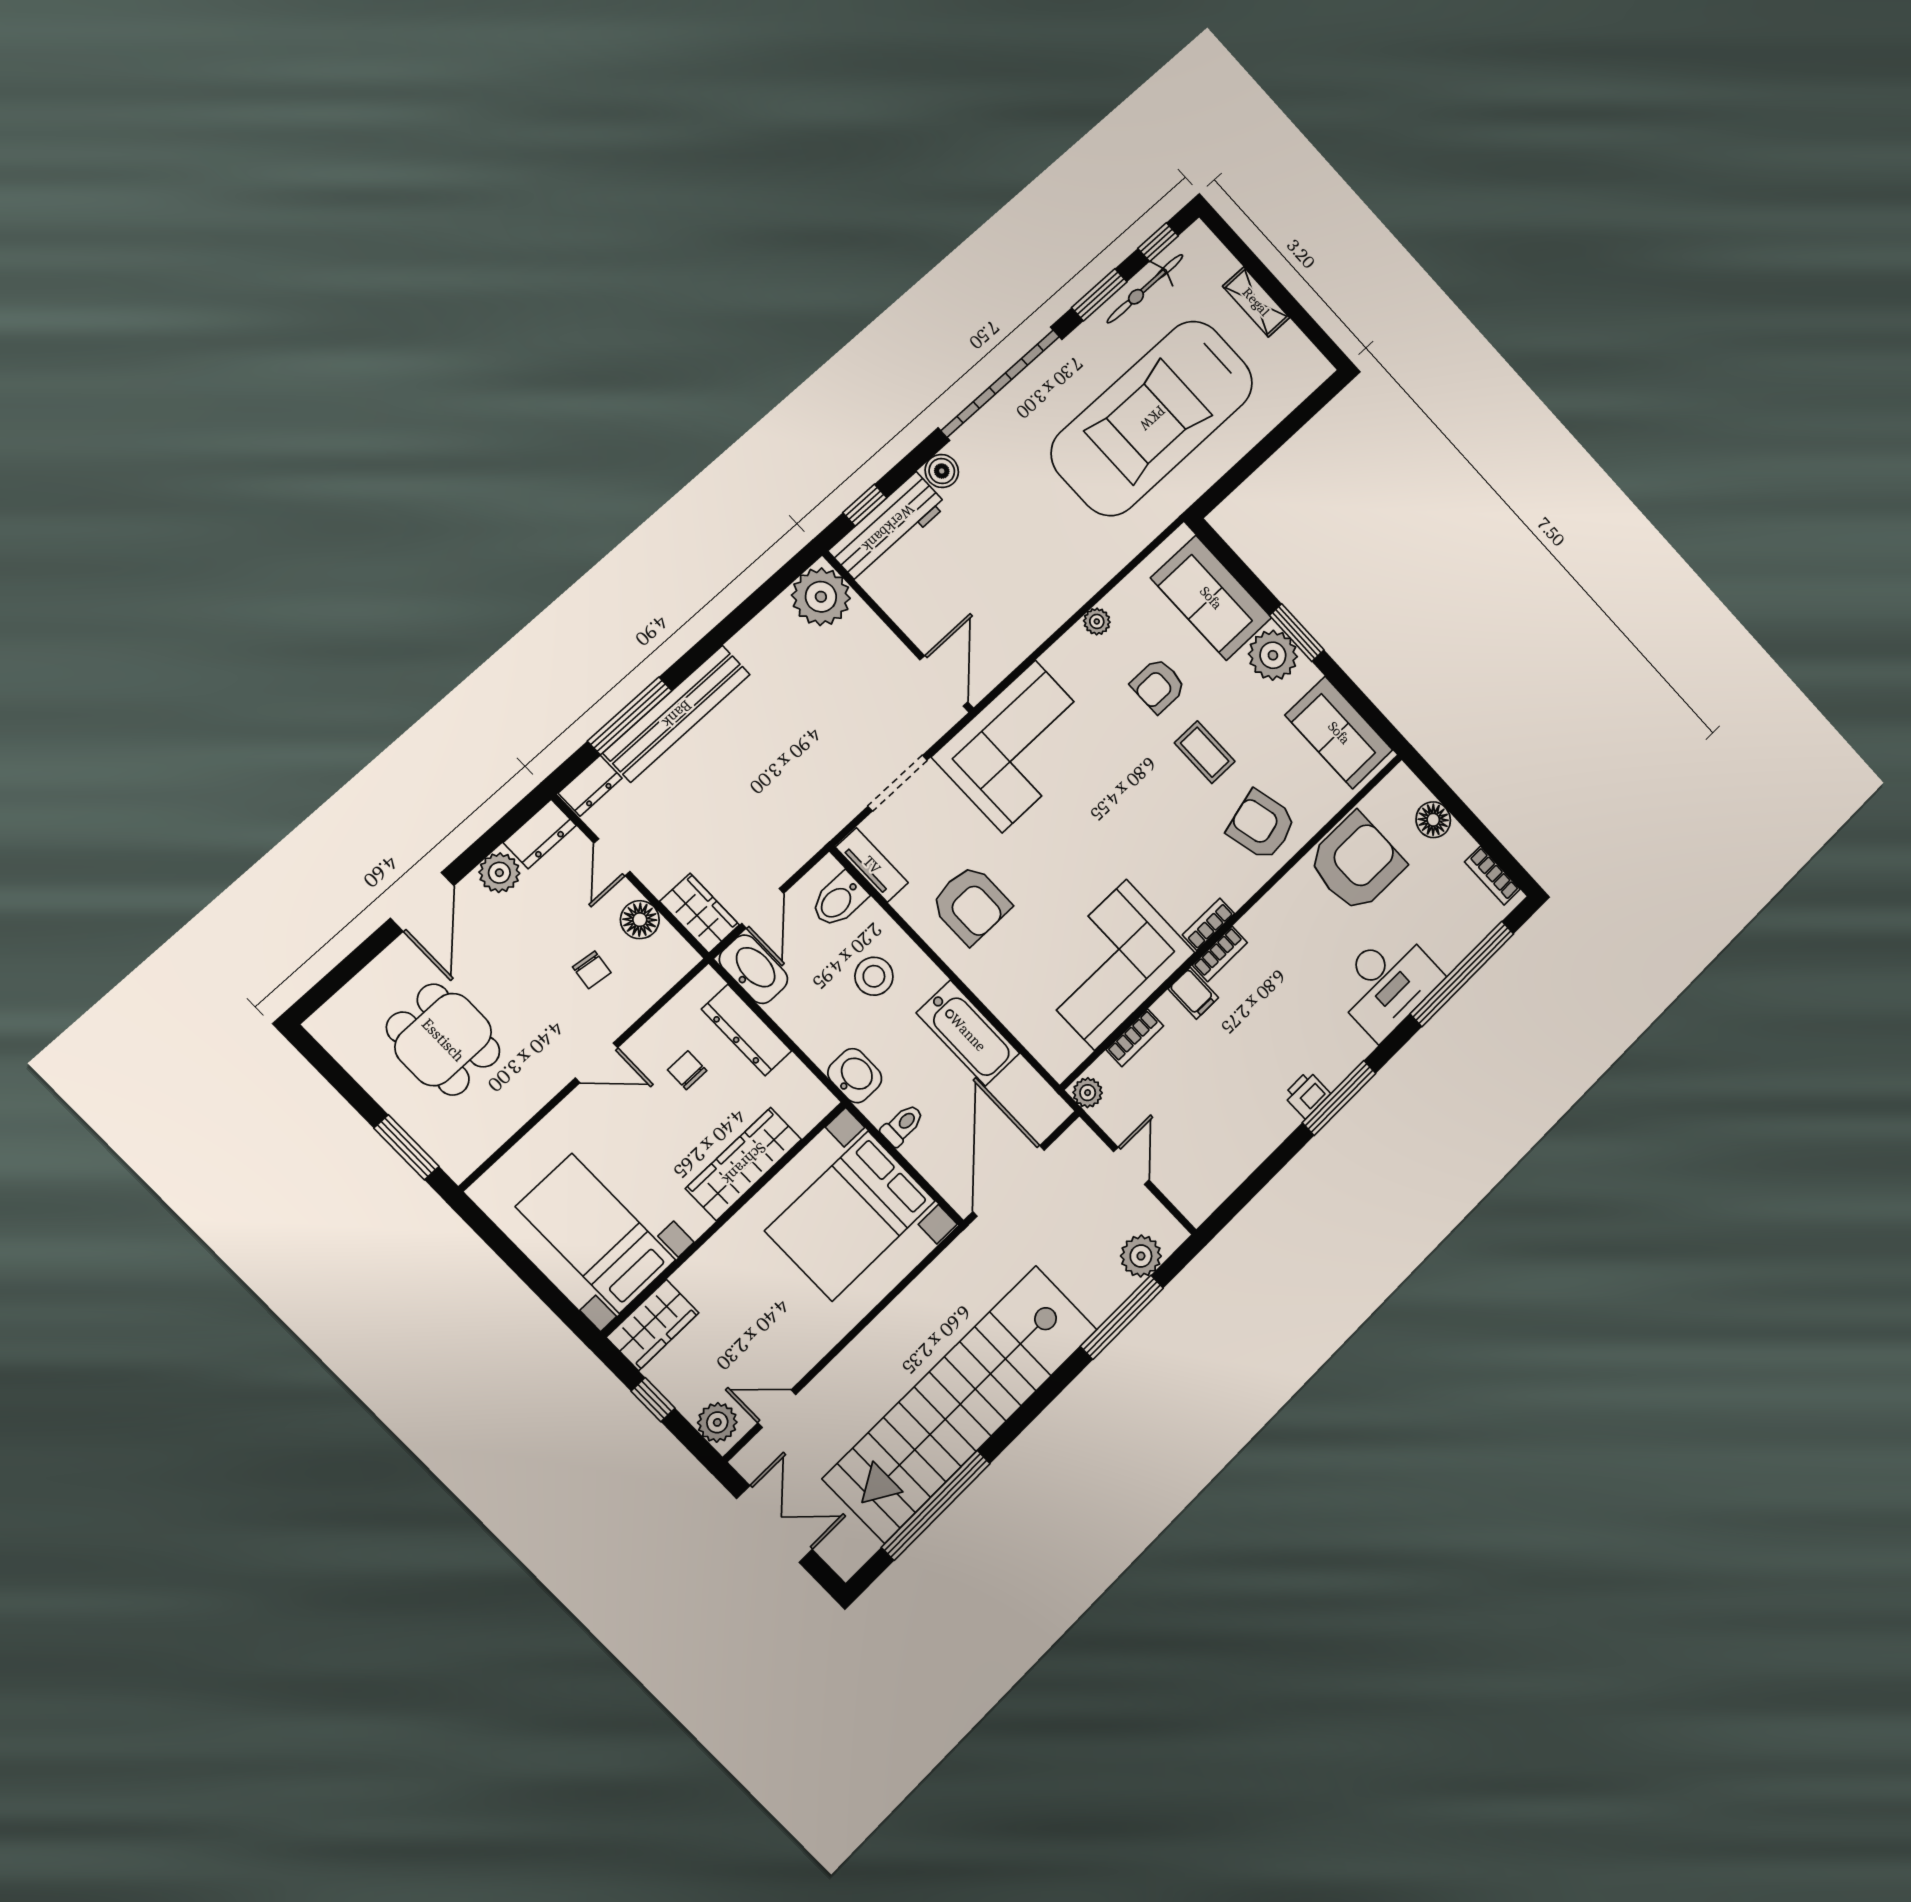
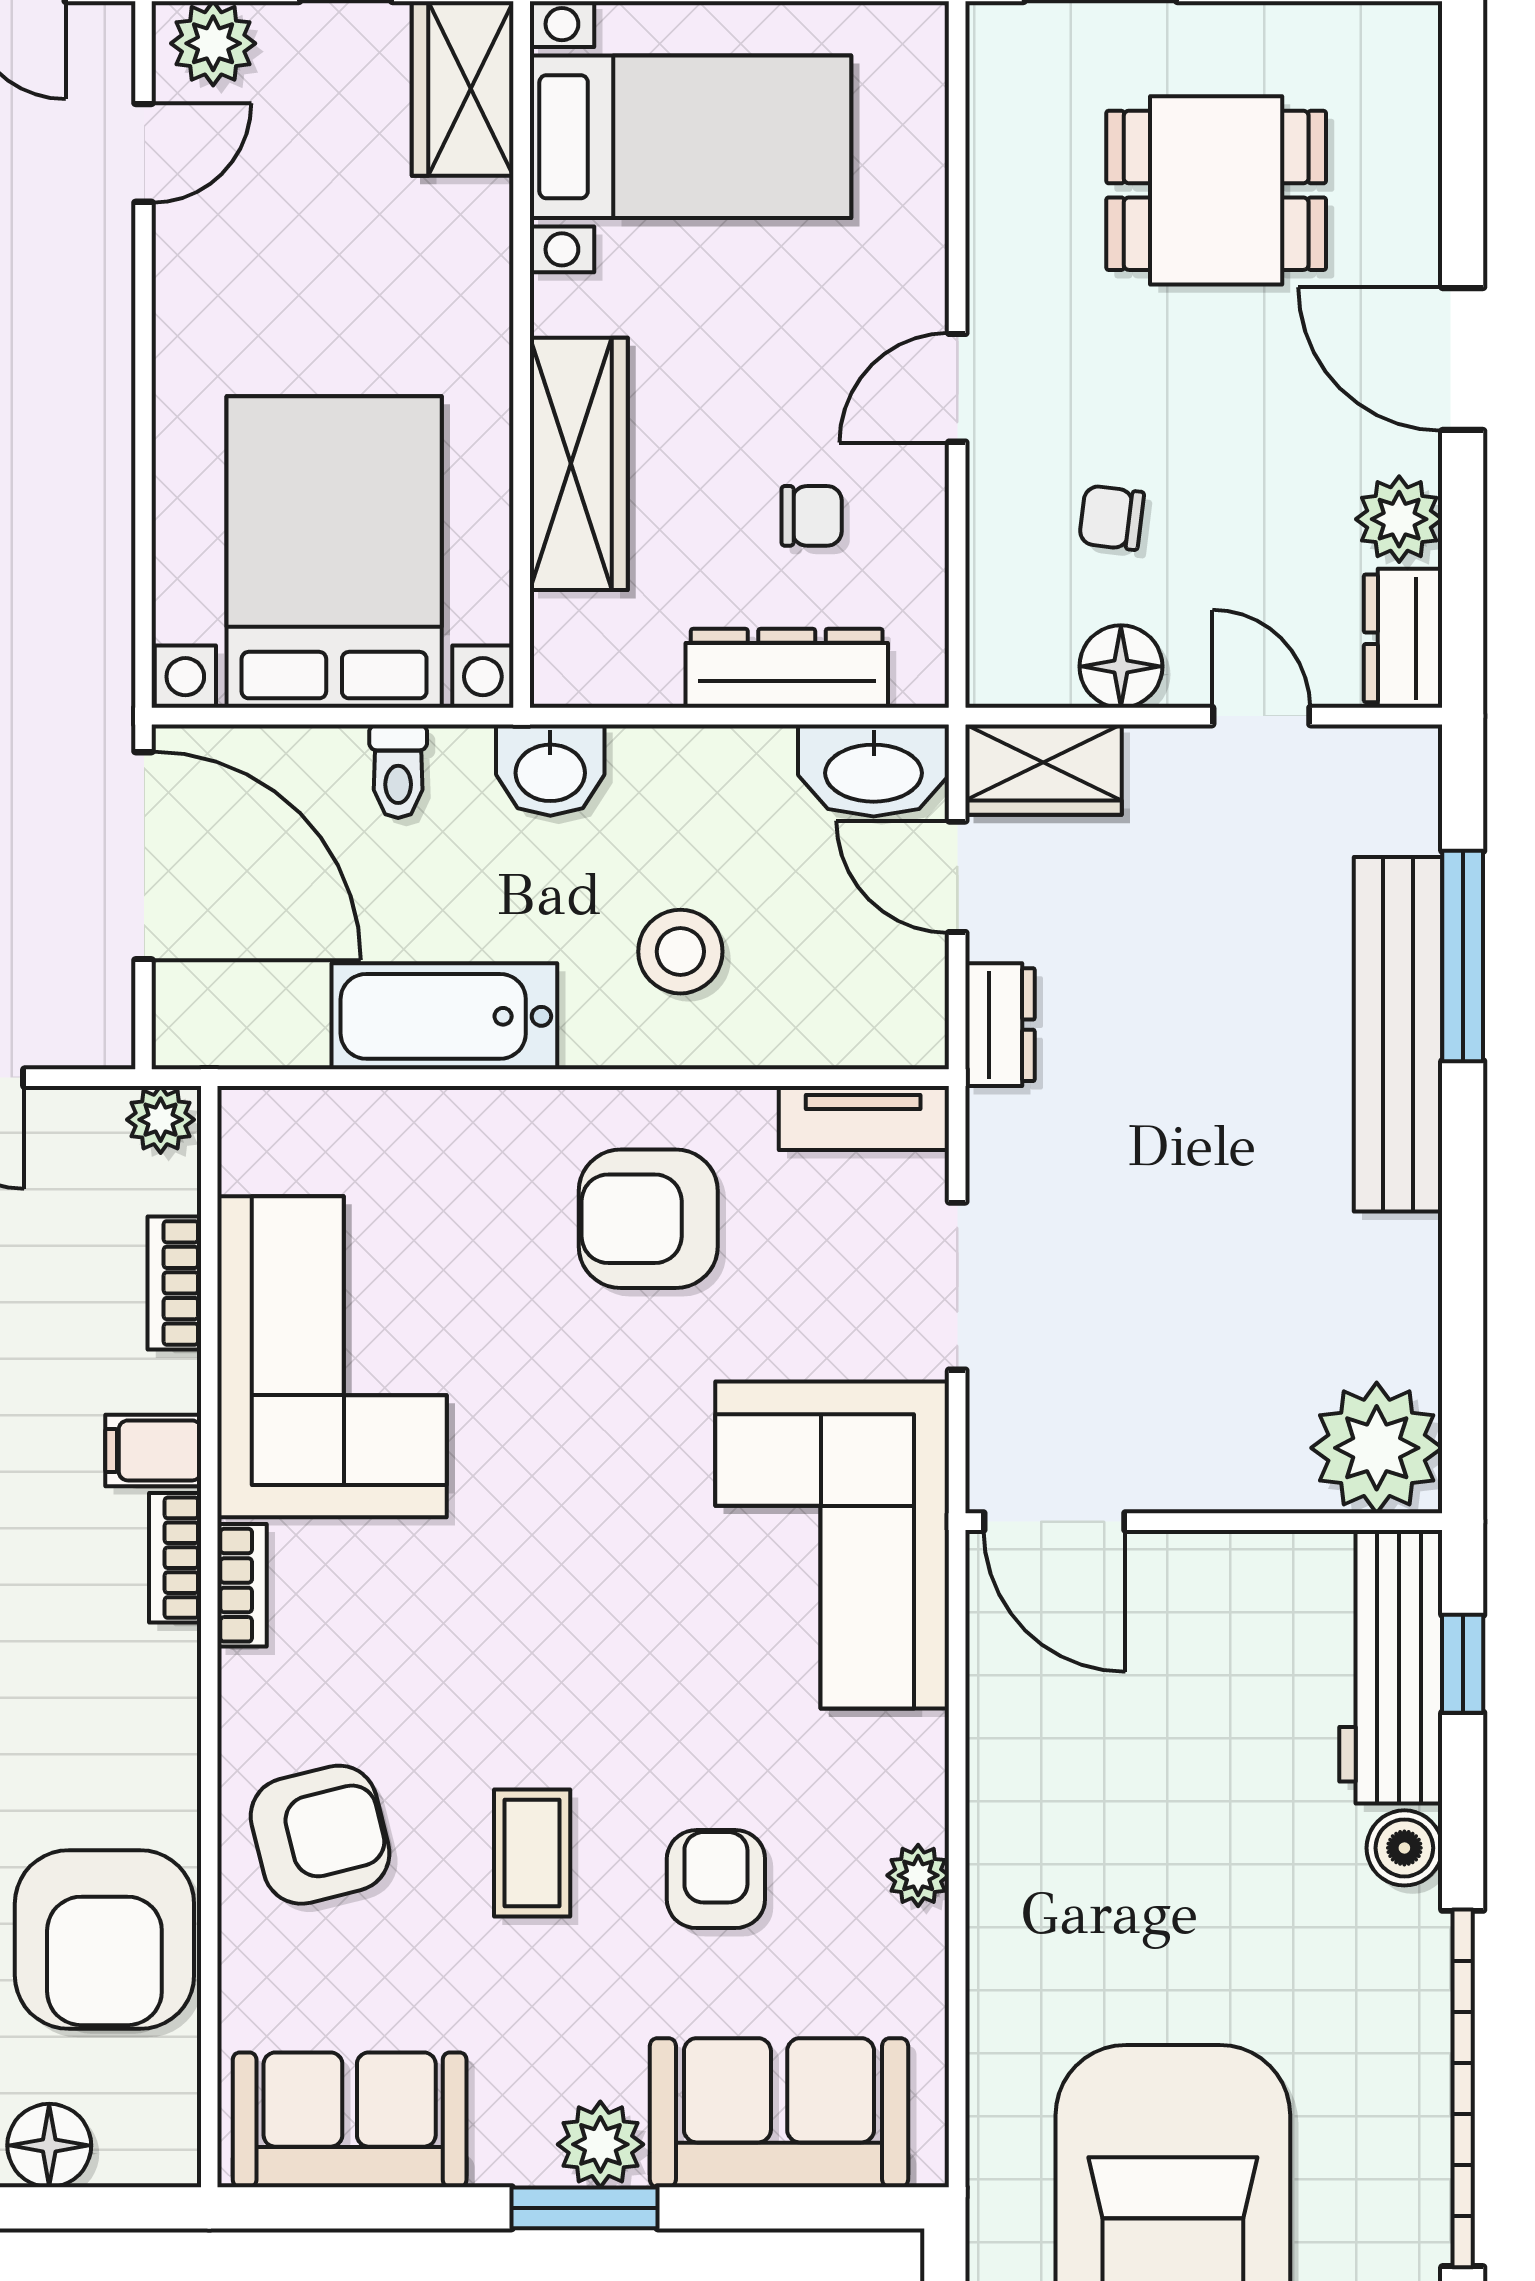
plant: (1273, 655) -> (600, 2144), width x0.73, depth x0.73
coffee table: (1205, 752) -> (532, 1853), turned 90
dresser: (590, 786) -> (1000, 1025), moved, turned 180
bidet: (839, 900) -> (856, 1011), removed

